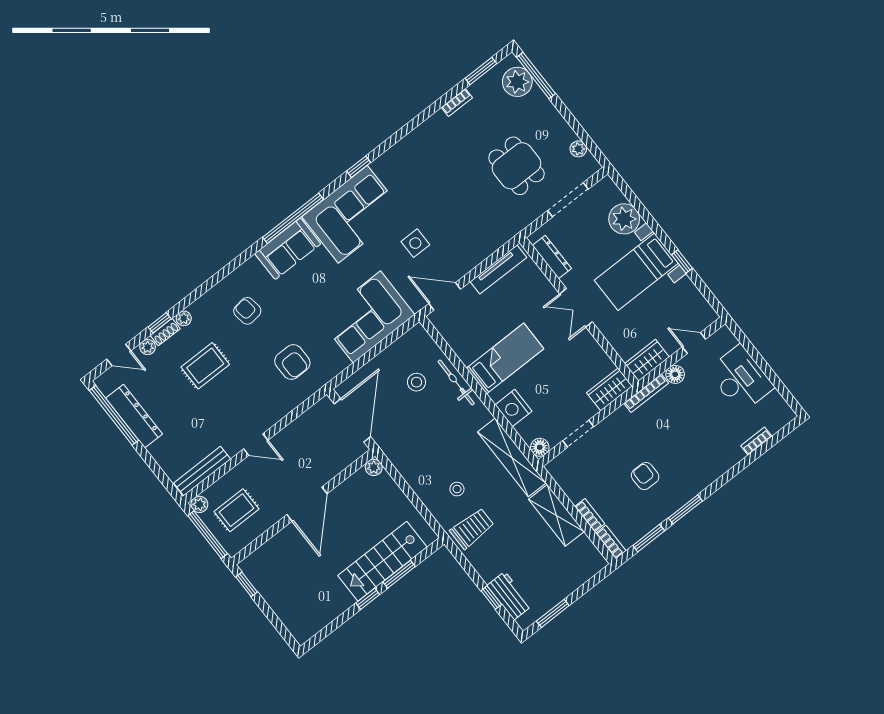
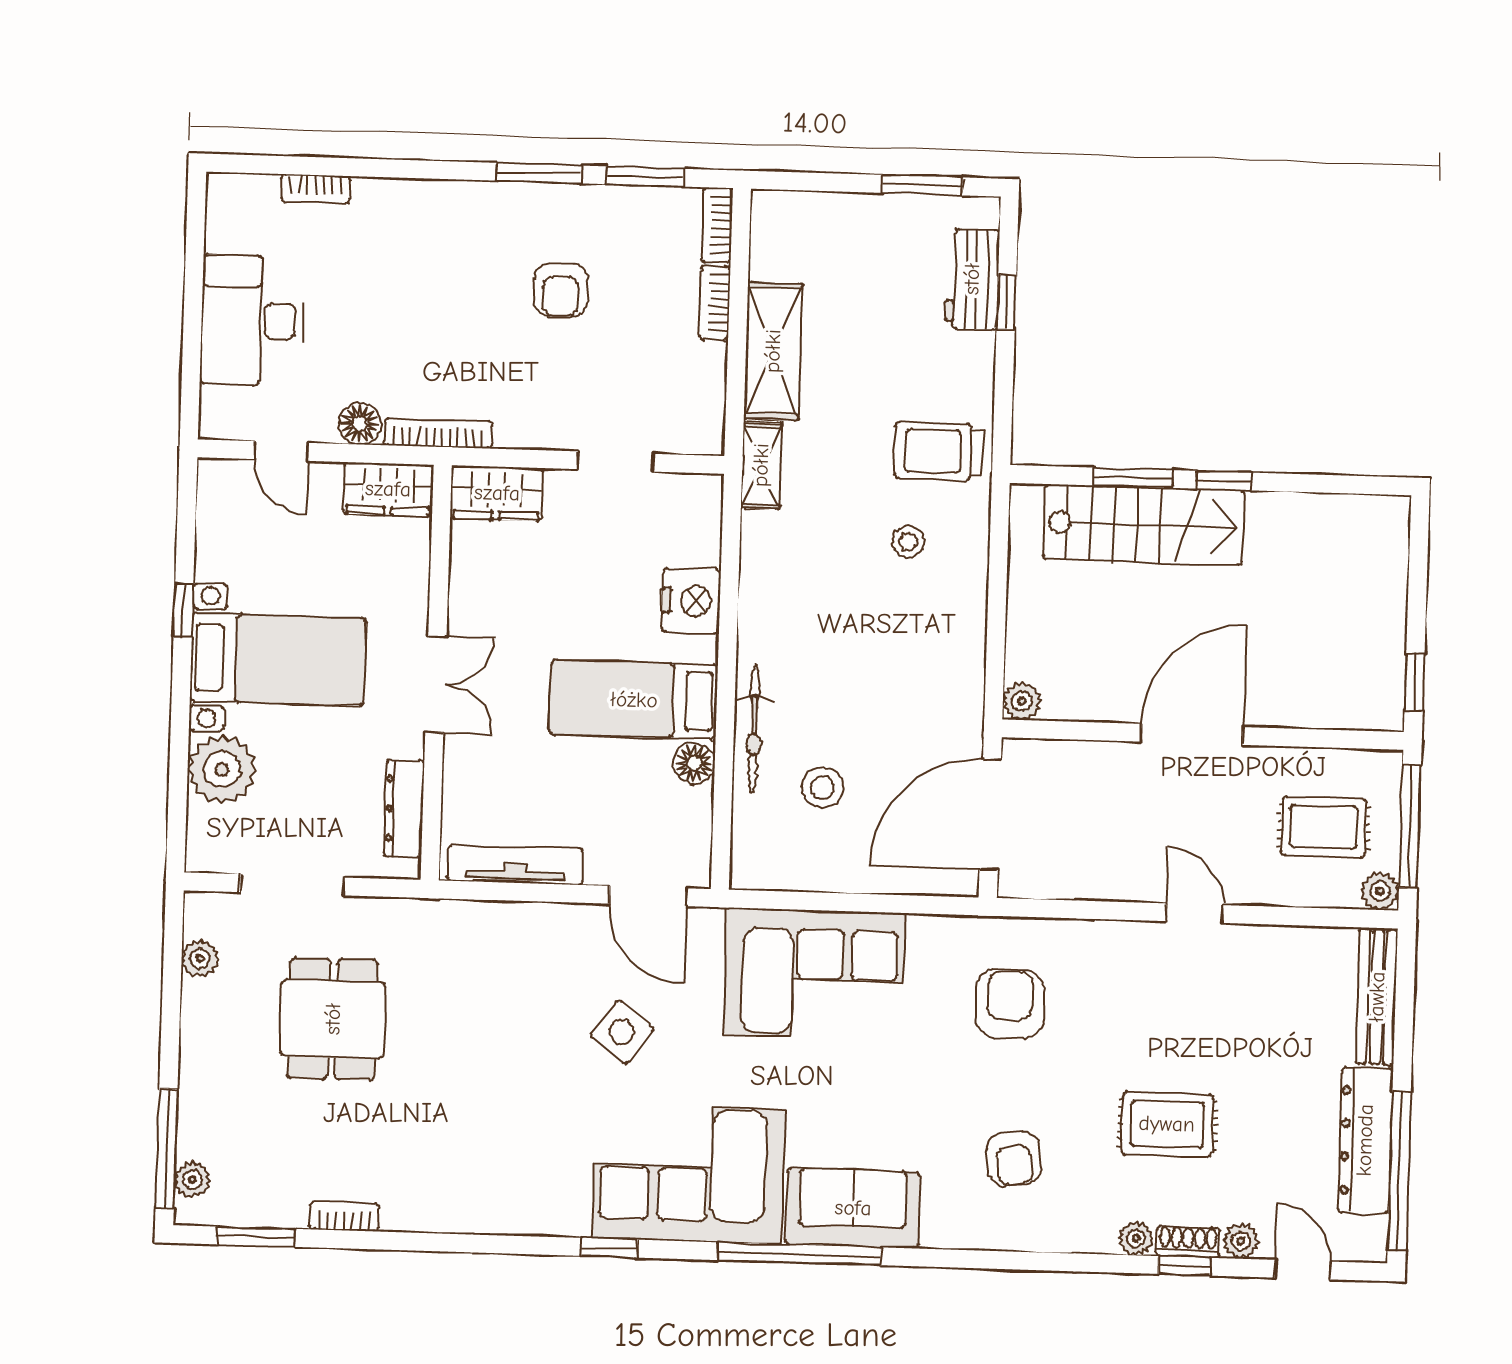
plant: (517, 82) -> (192, 1180), width x0.53, depth x0.53
side table: (415, 243) -> (622, 1032), turned 37
floor lamp: (540, 447) -> (694, 763), moved
shelving: (512, 457) -> (761, 465), width x0.45, depth x0.75
bench: (202, 471) -> (1377, 997), moved, turned 90

